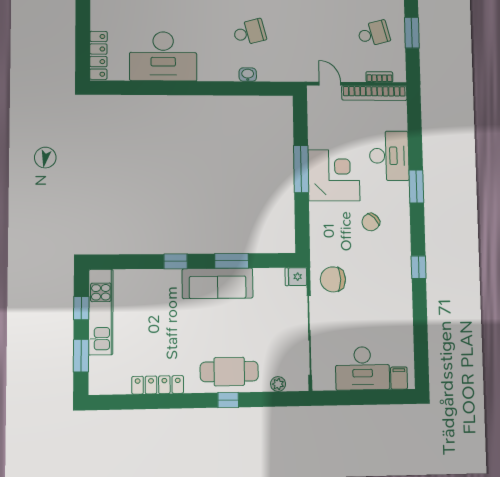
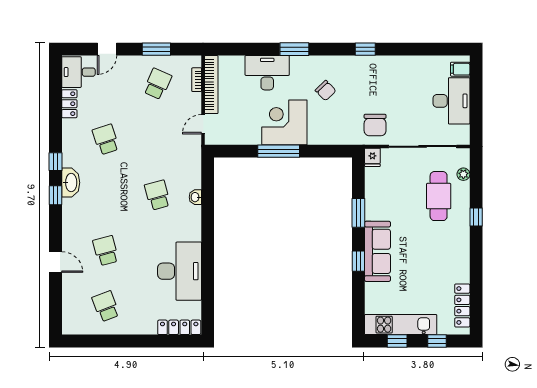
school desk: (374, 34) -> (157, 84), turned 39
sofa: (218, 283) -> (377, 251), moved
window: (81, 356) -> (437, 341), width x0.67
cafe table: (229, 372) -> (439, 196), moved
locker: (158, 385) -> (462, 305), moved

